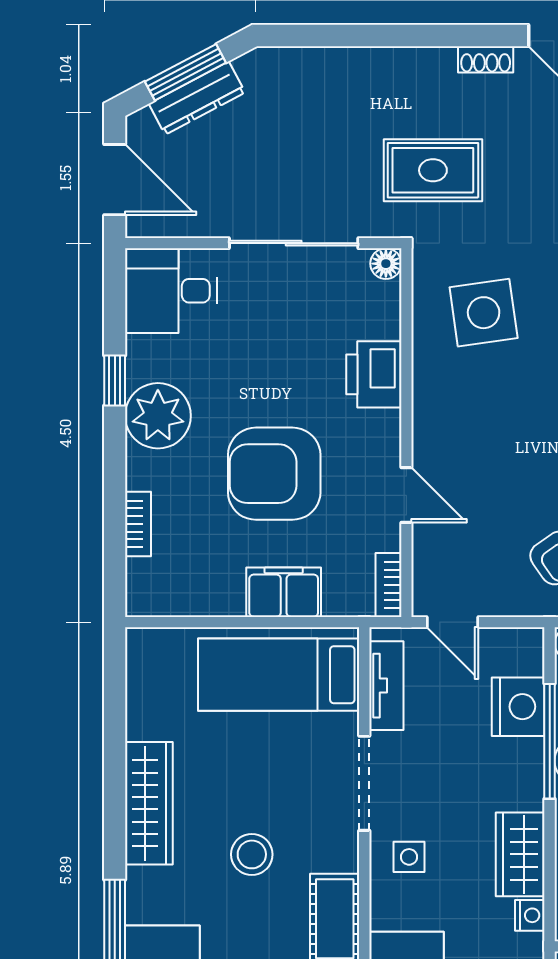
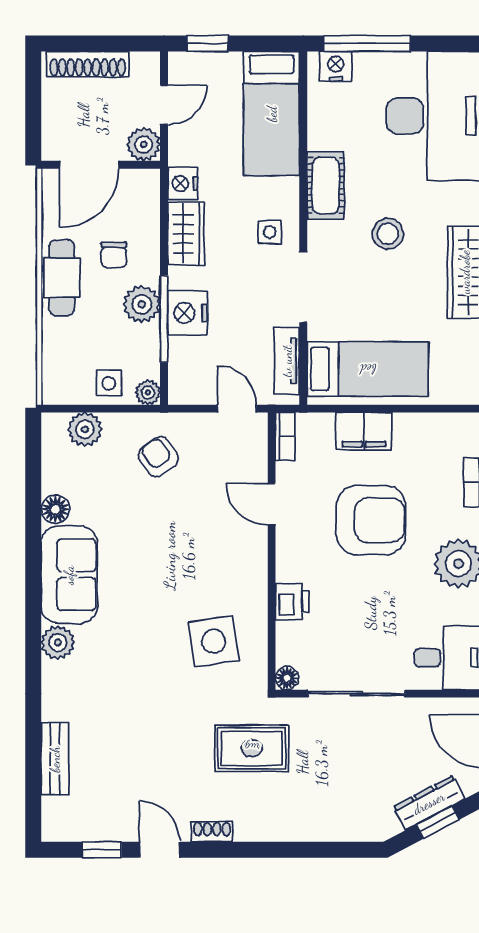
window: (185, 72) -> (438, 822), width x0.67
printer: (374, 374) -> (292, 602), width x0.73, depth x0.81
nightstand: (518, 707) -> (188, 313), moved
nightstand: (530, 915) -> (183, 184), width x1.39, depth x1.35

